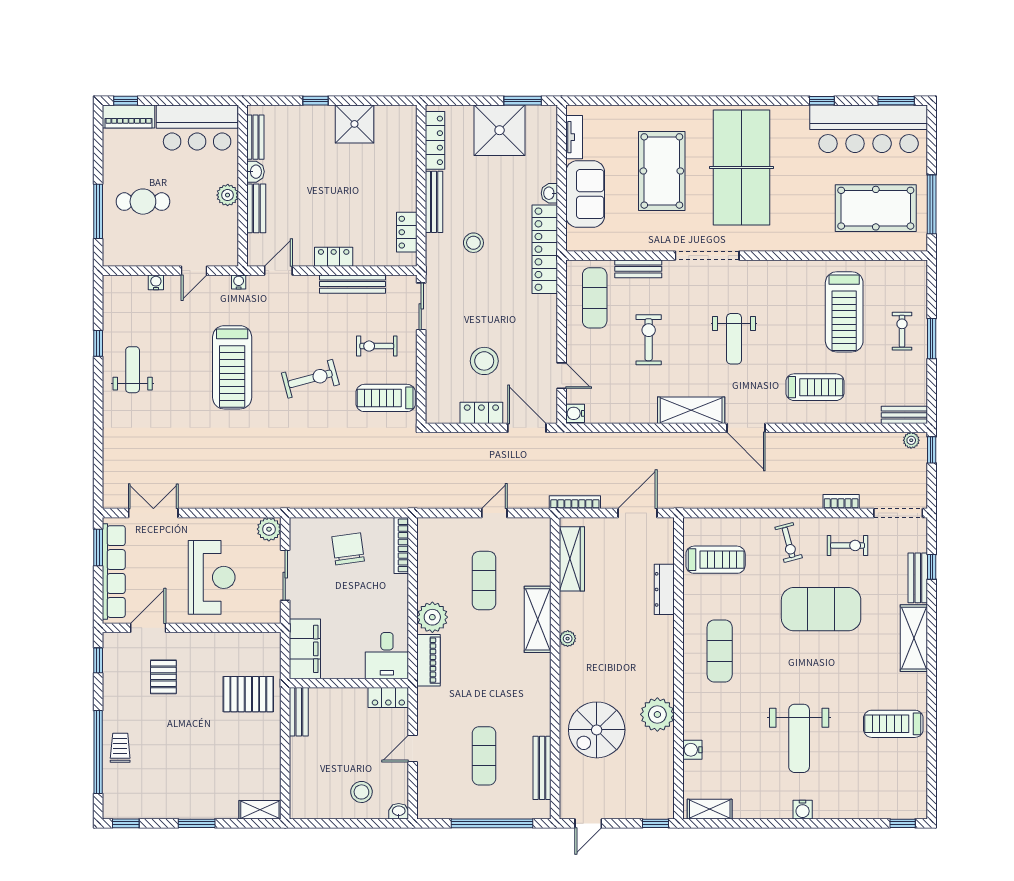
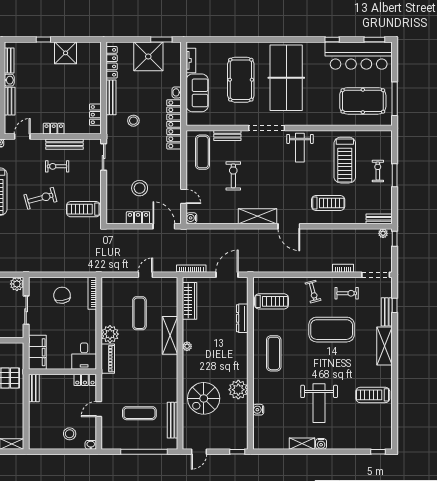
weight bench: (734, 339) -> (300, 148), moved
exercise bike: (377, 346) -> (57, 166), moved
exercise mat: (484, 756) -> (139, 413), turned 90
shelving: (710, 809) -> (302, 444), moved

